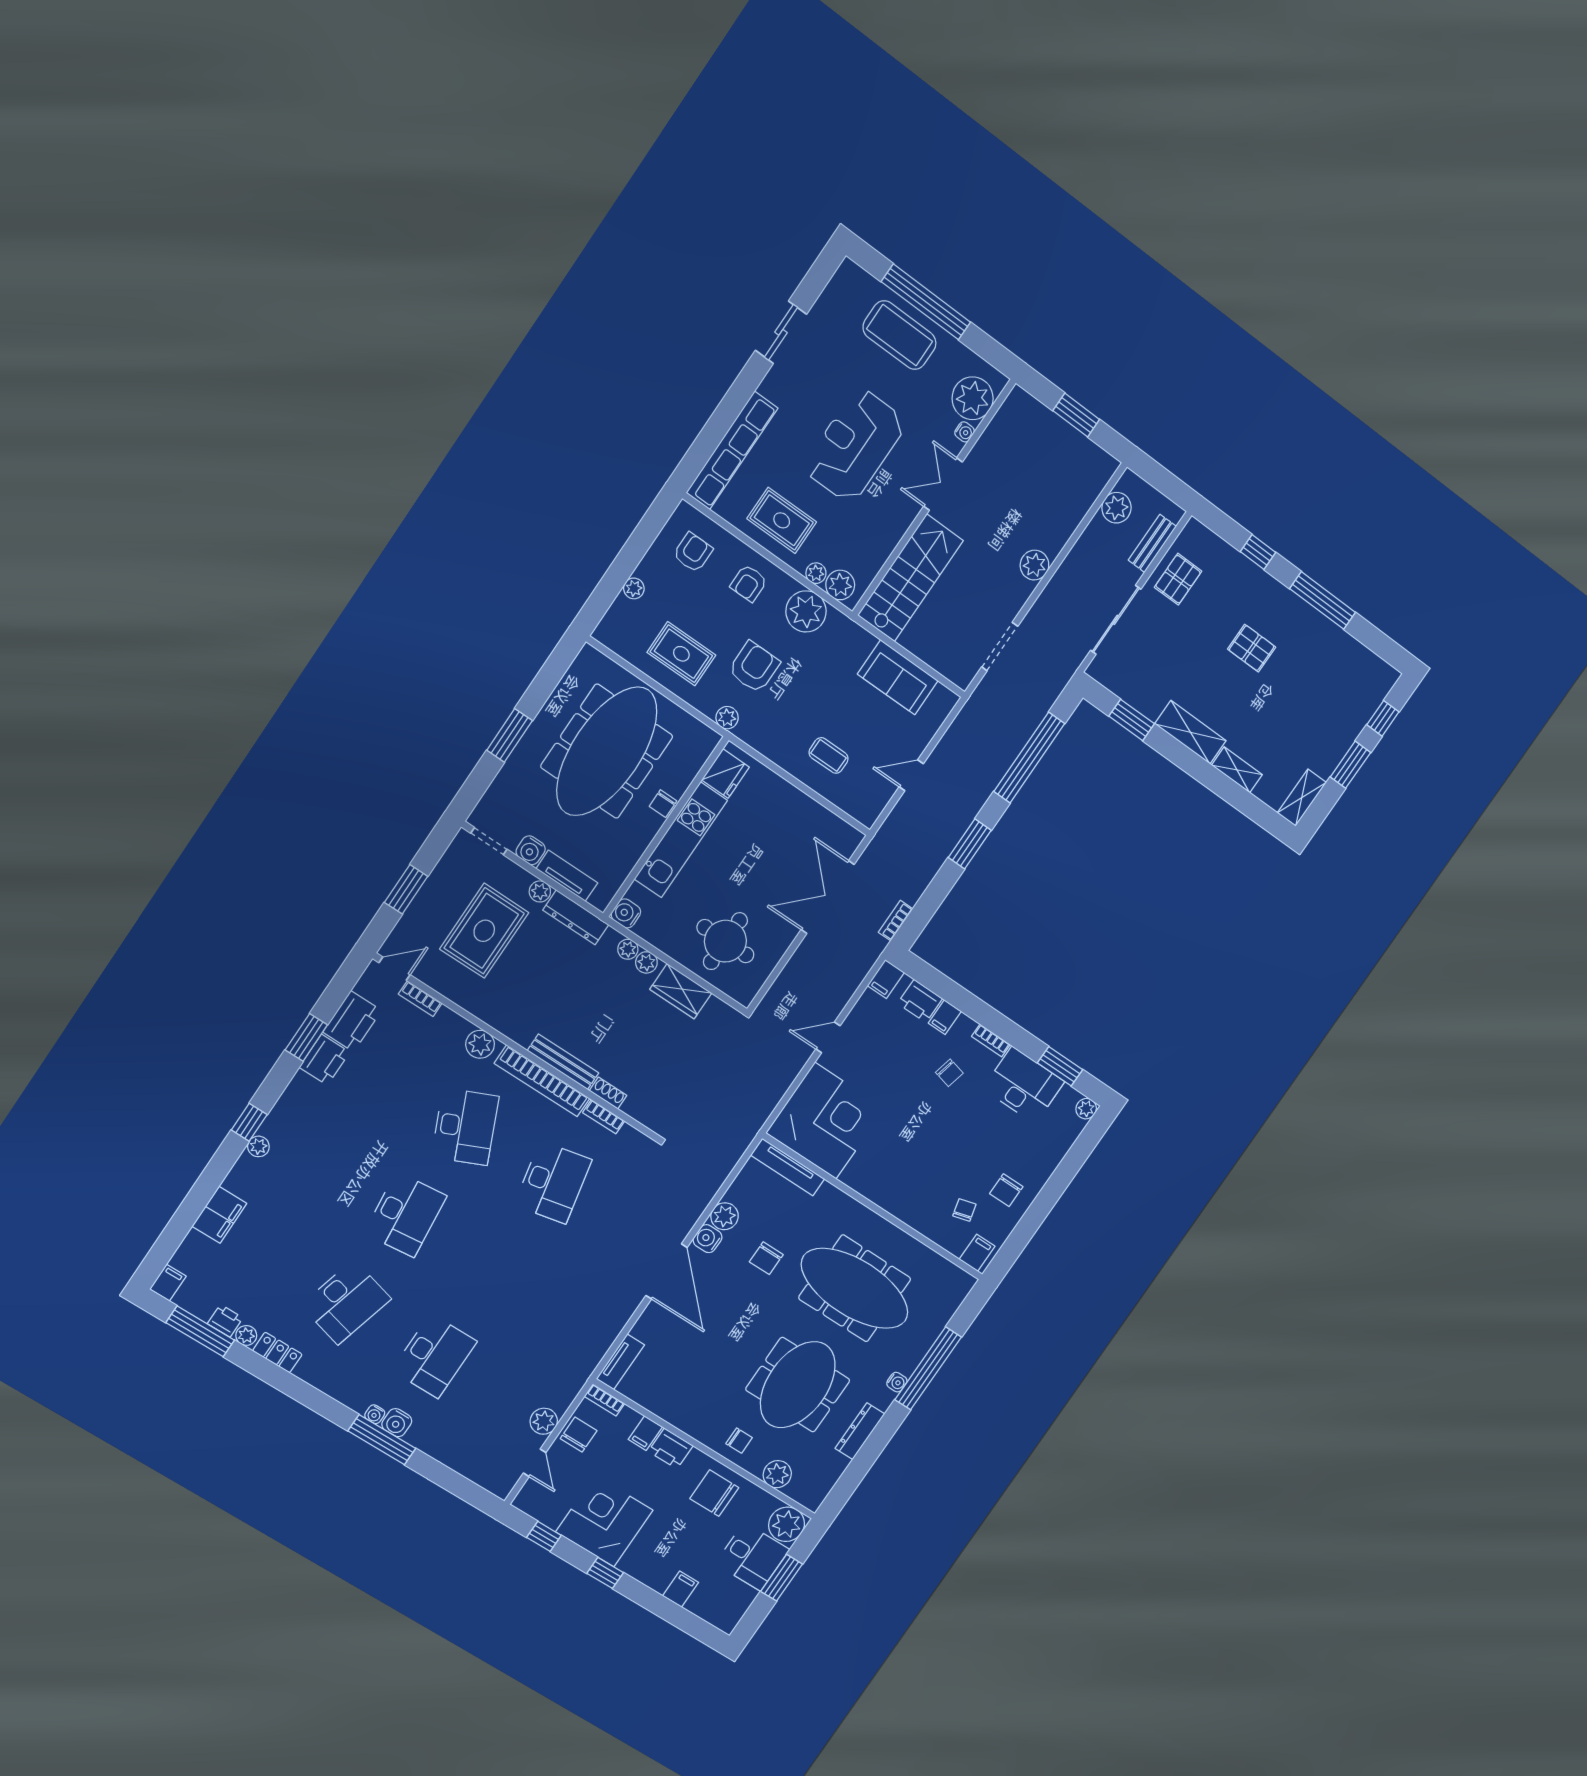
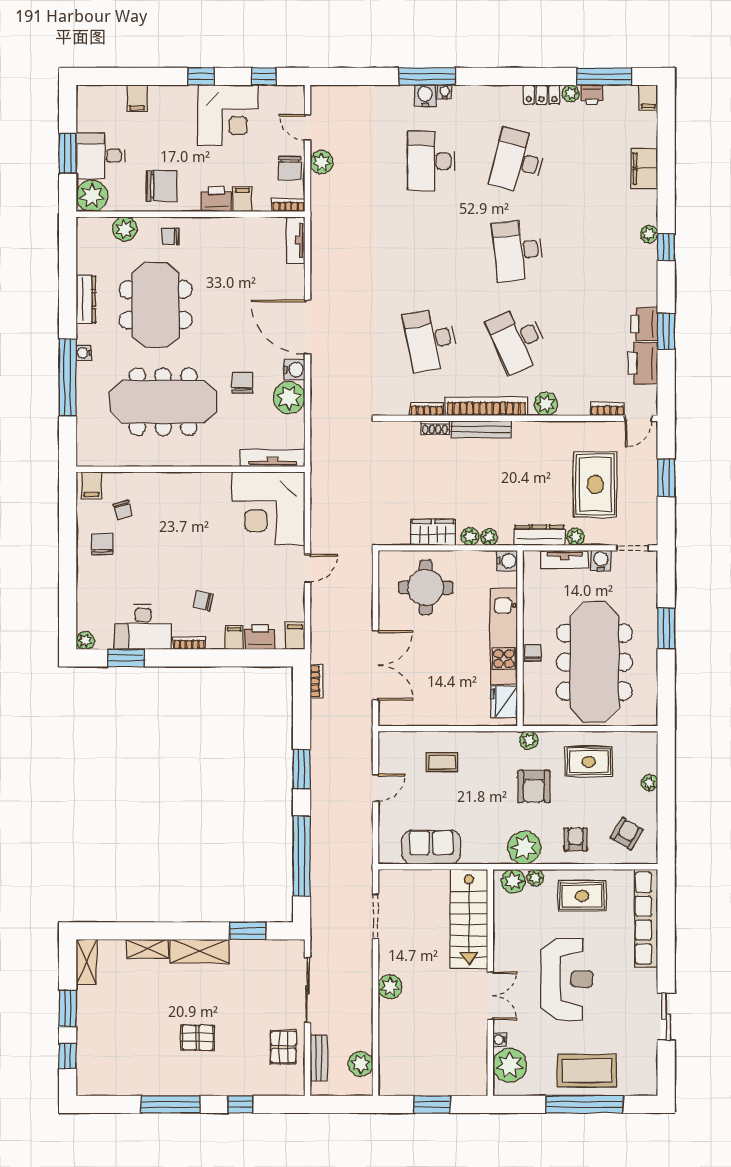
armchair: (693, 552) -> (627, 834), turned -149
plant: (725, 1216) -> (289, 398), width x1.36, depth x1.36

